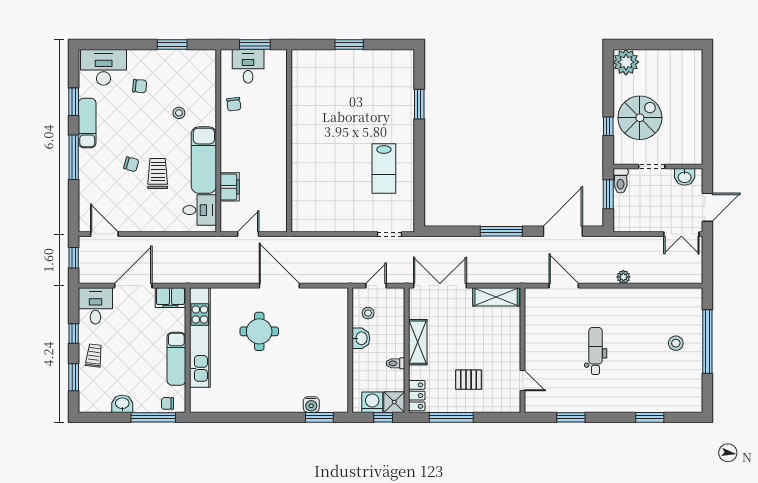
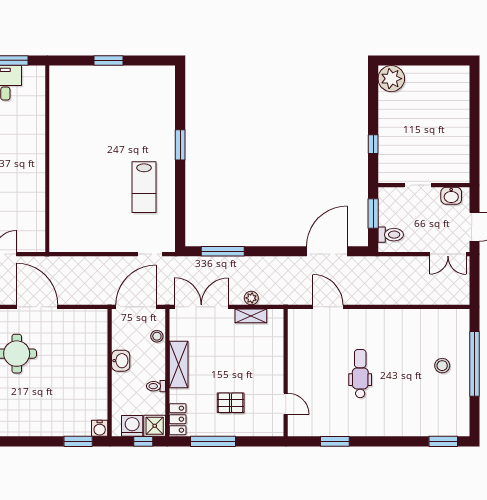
window: (419, 104) -> (180, 145), moved
spiral stairs: (640, 118) -> (406, 135), removed
toilet: (621, 181) -> (391, 235), moved, turned -90
window: (501, 231) -> (223, 251), moved
plant: (623, 277) -> (251, 298), moved
door: (376, 286) -> (136, 307), width x1.88
shelving: (496, 297) -> (251, 316), width x0.67, depth x0.75
stool: (368, 313) -> (157, 336), moved
water cooler: (311, 405) -> (100, 428), moved
window: (650, 417) -> (443, 441), moved

